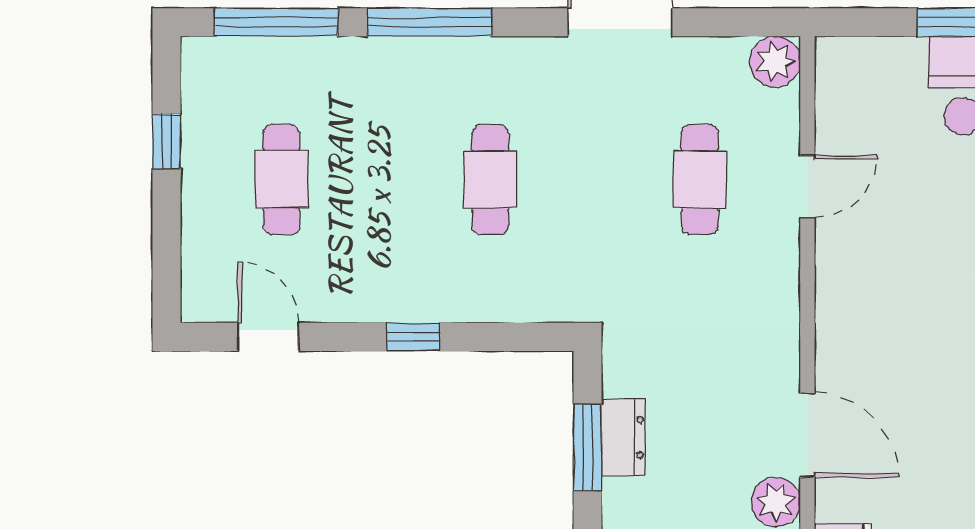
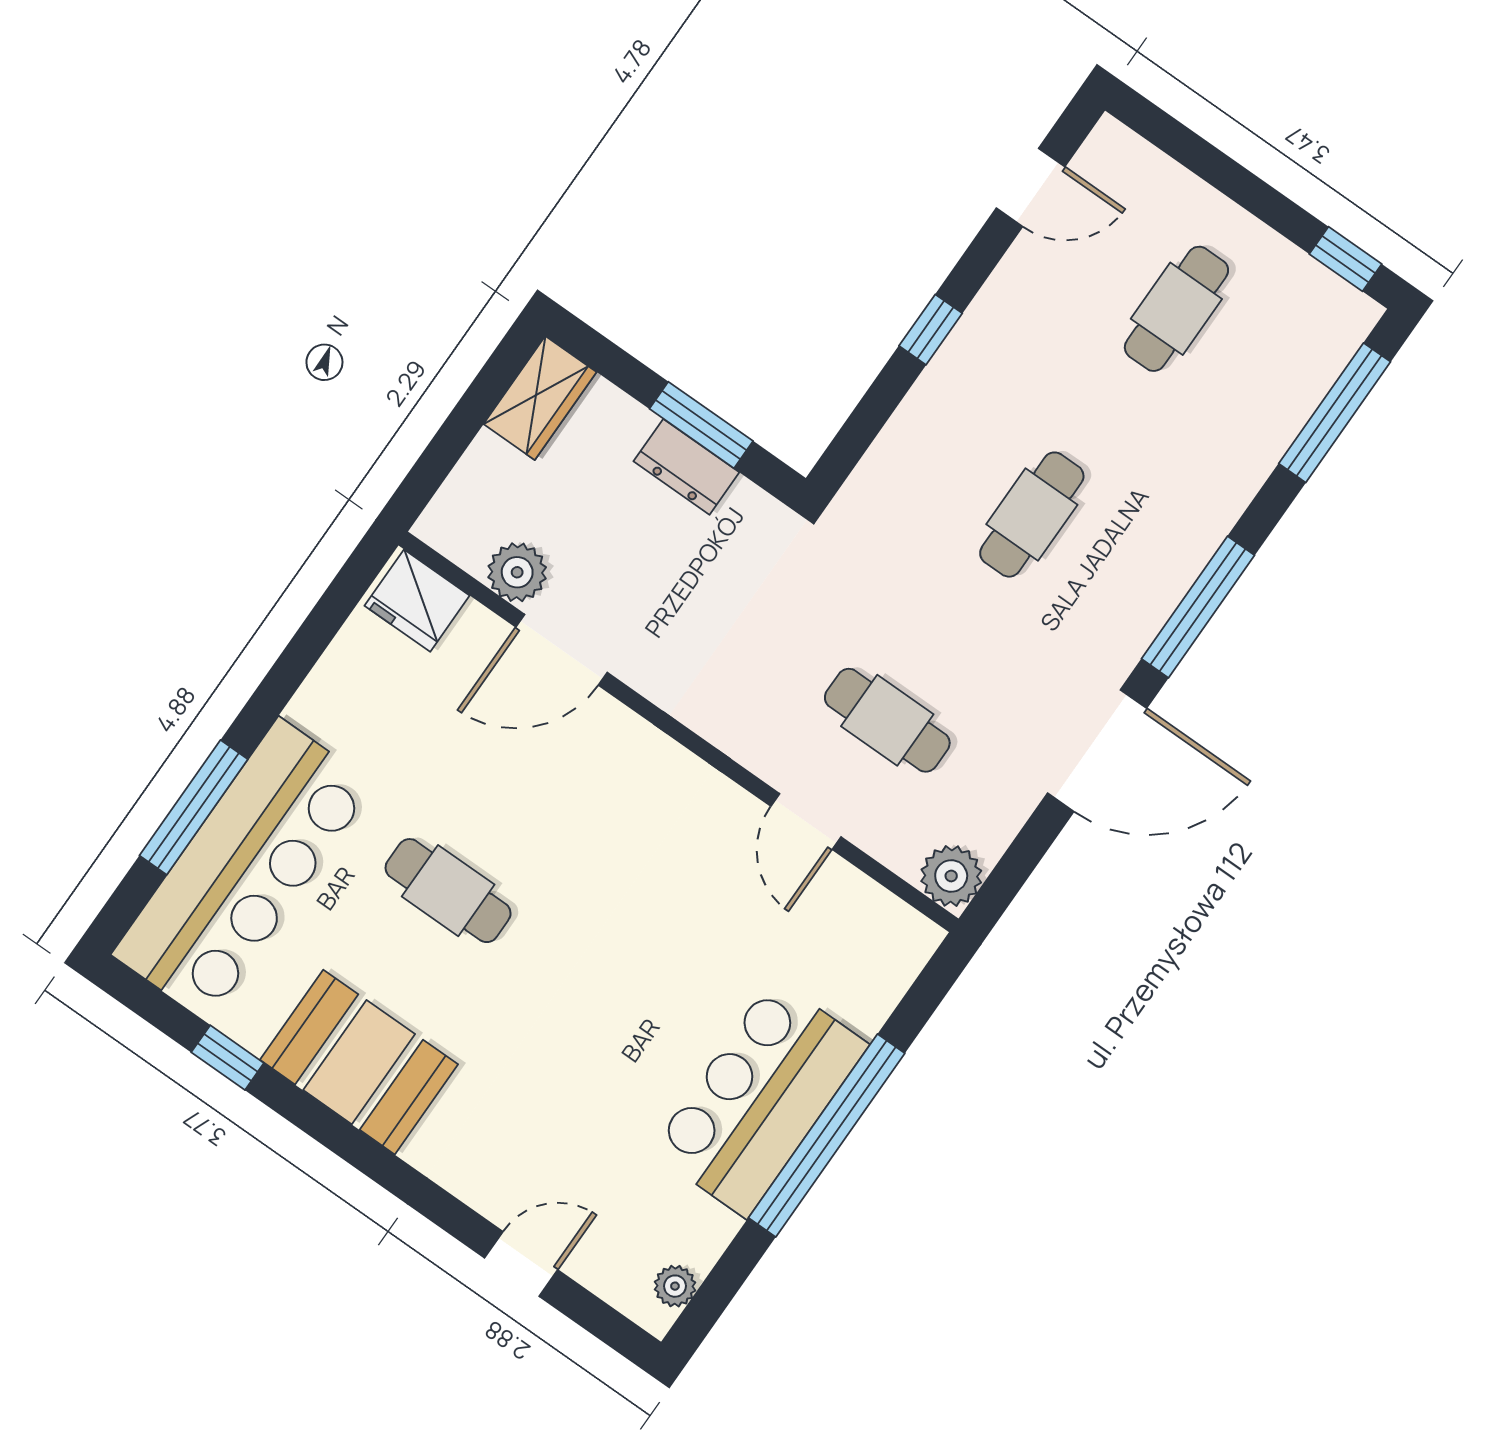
window: (430, 22) -> (1198, 607), moved
window: (166, 141) -> (1345, 259), moved
cafe table: (281, 180) -> (1176, 309), turned 90
cafe table: (490, 180) -> (1032, 515), turned 90

